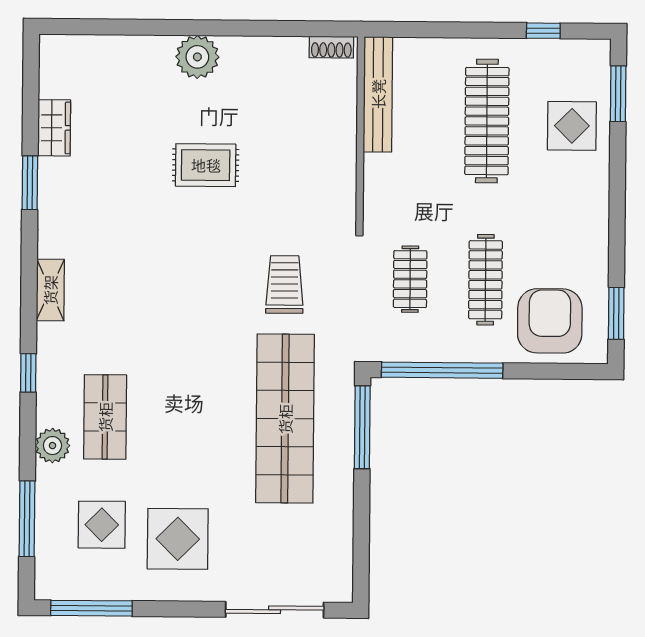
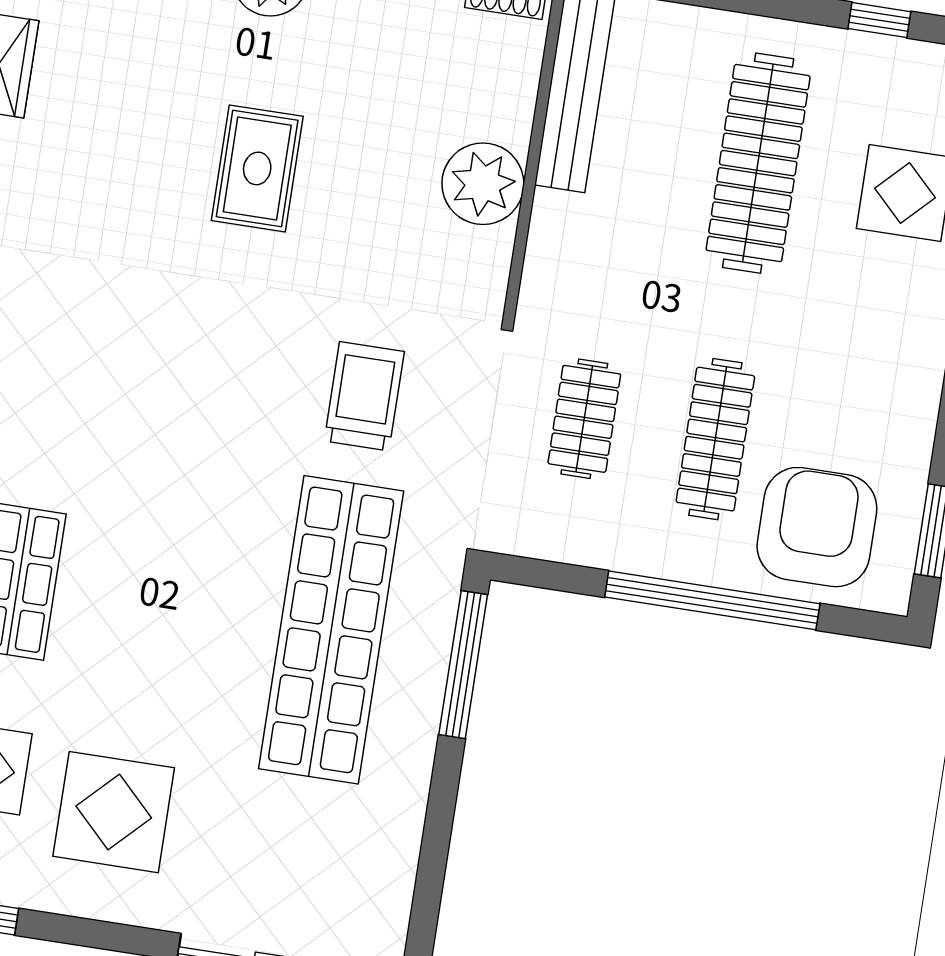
plant: (334, 155) -> (483, 184), added
rug: (206, 165) -> (257, 168), turned 90
window: (442, 370) -> (712, 600), moved

